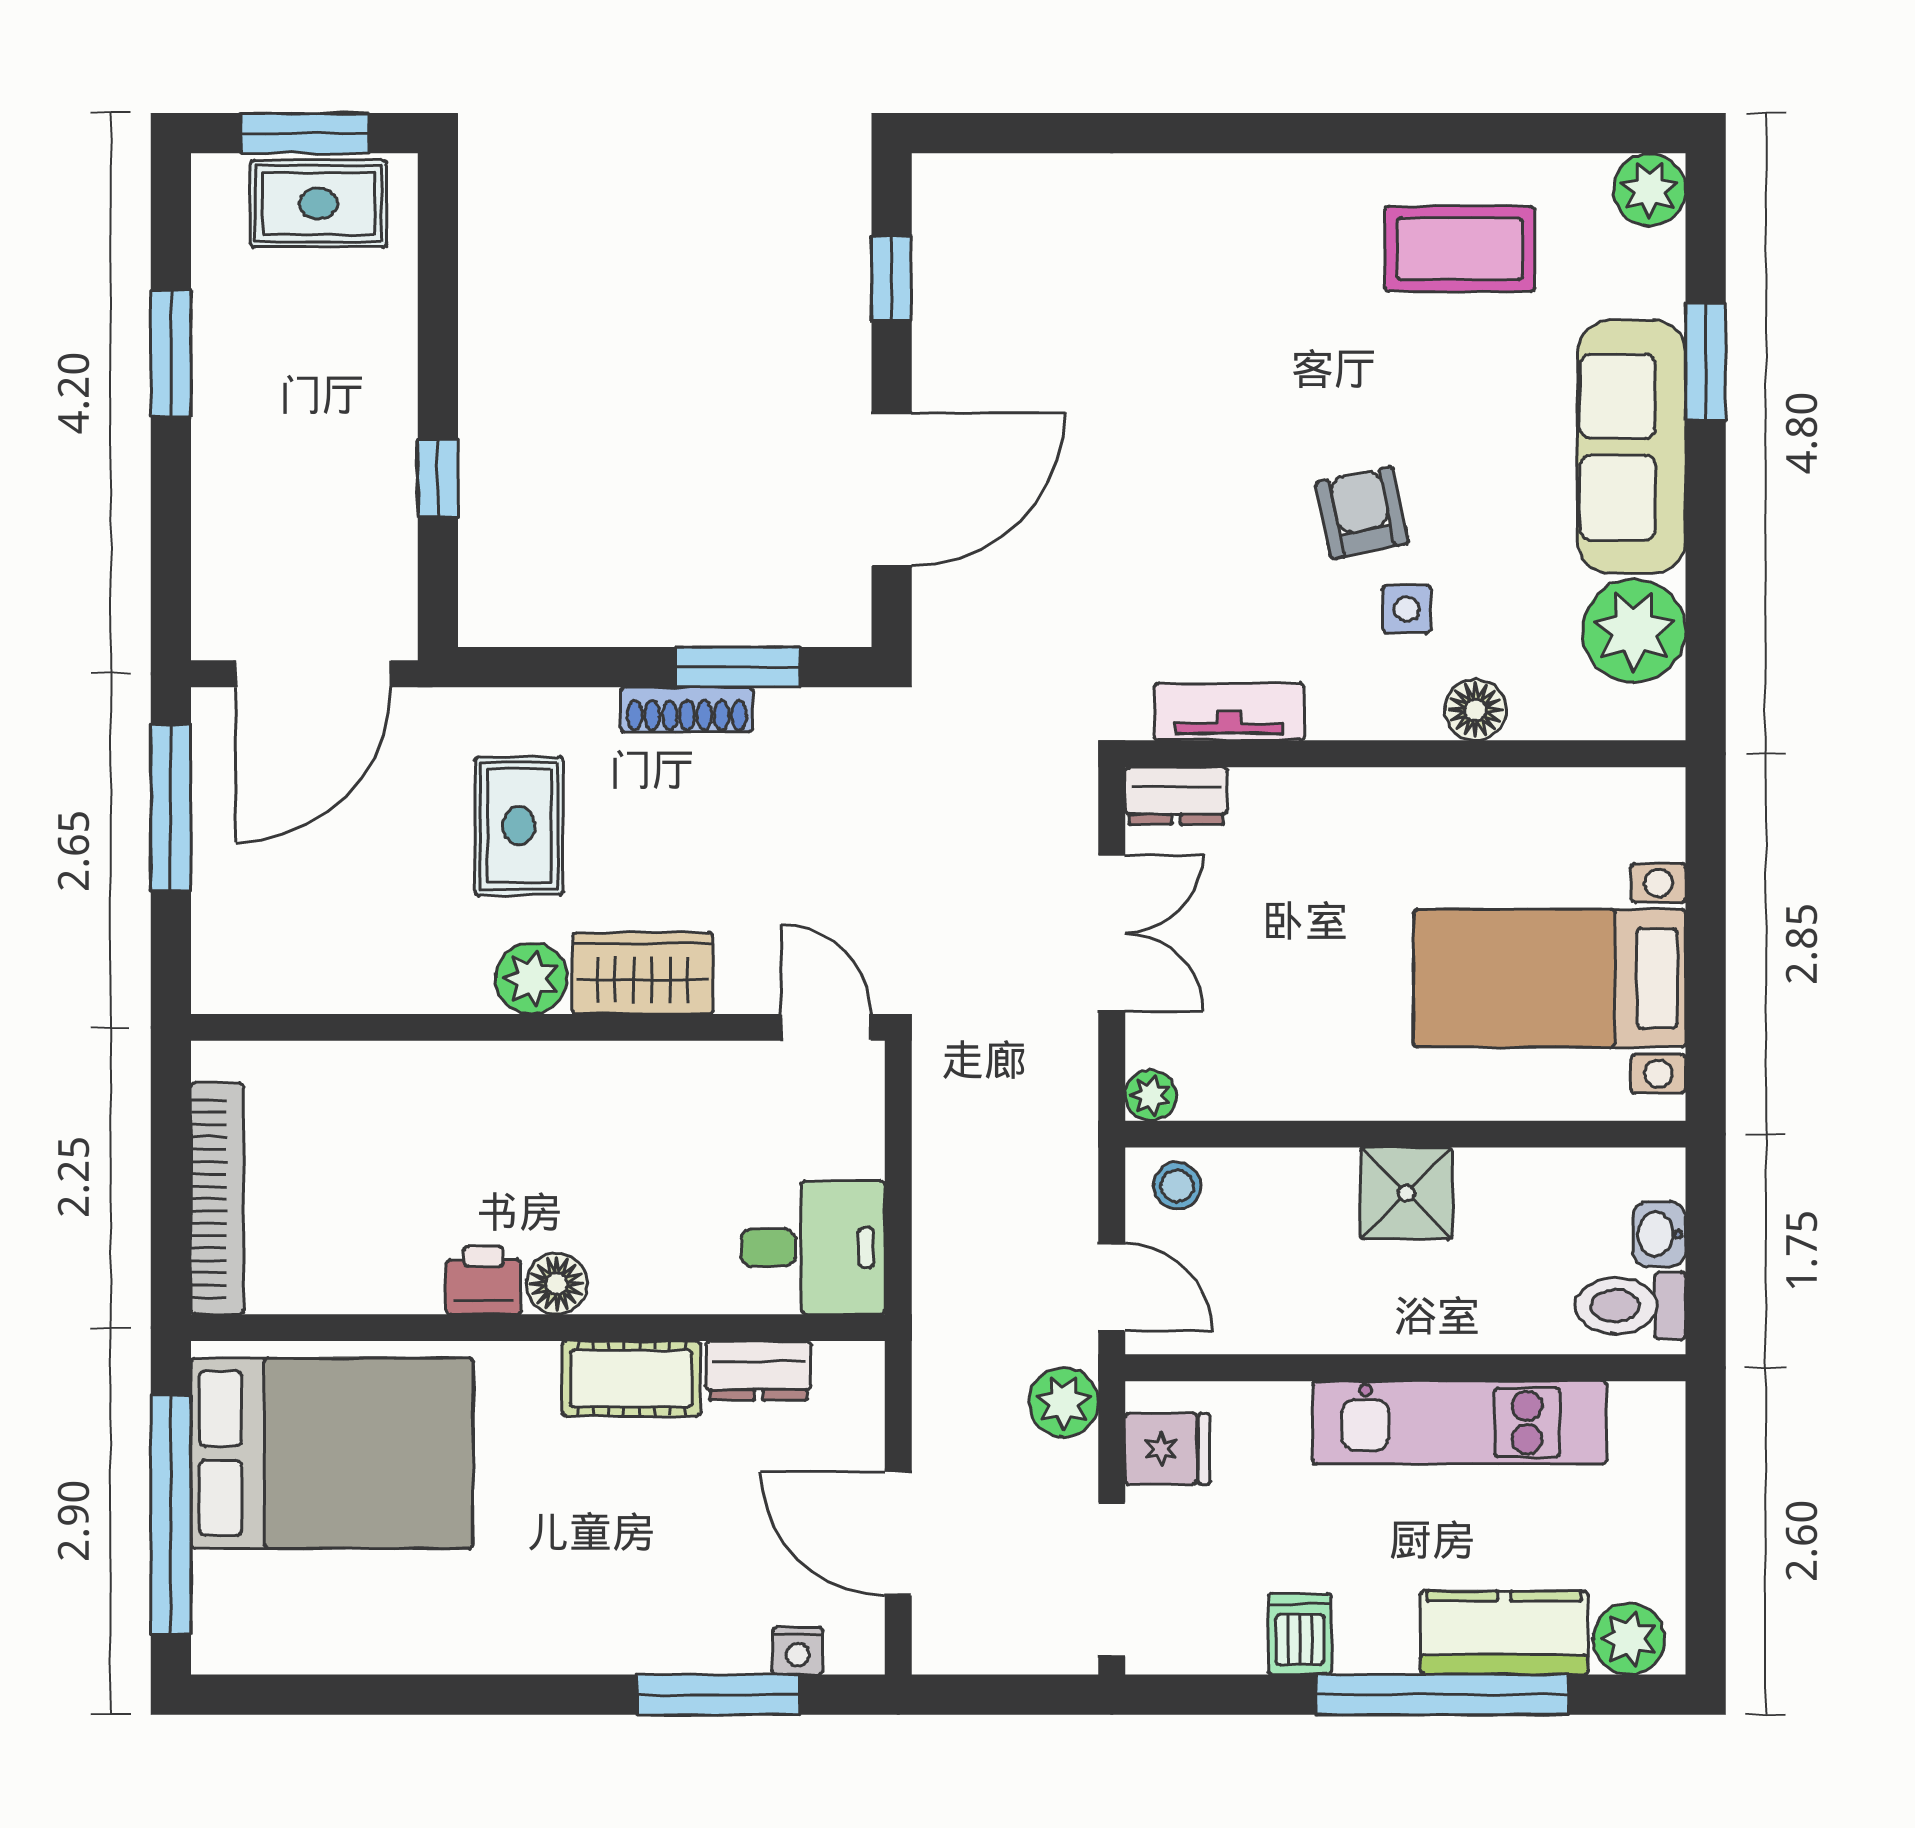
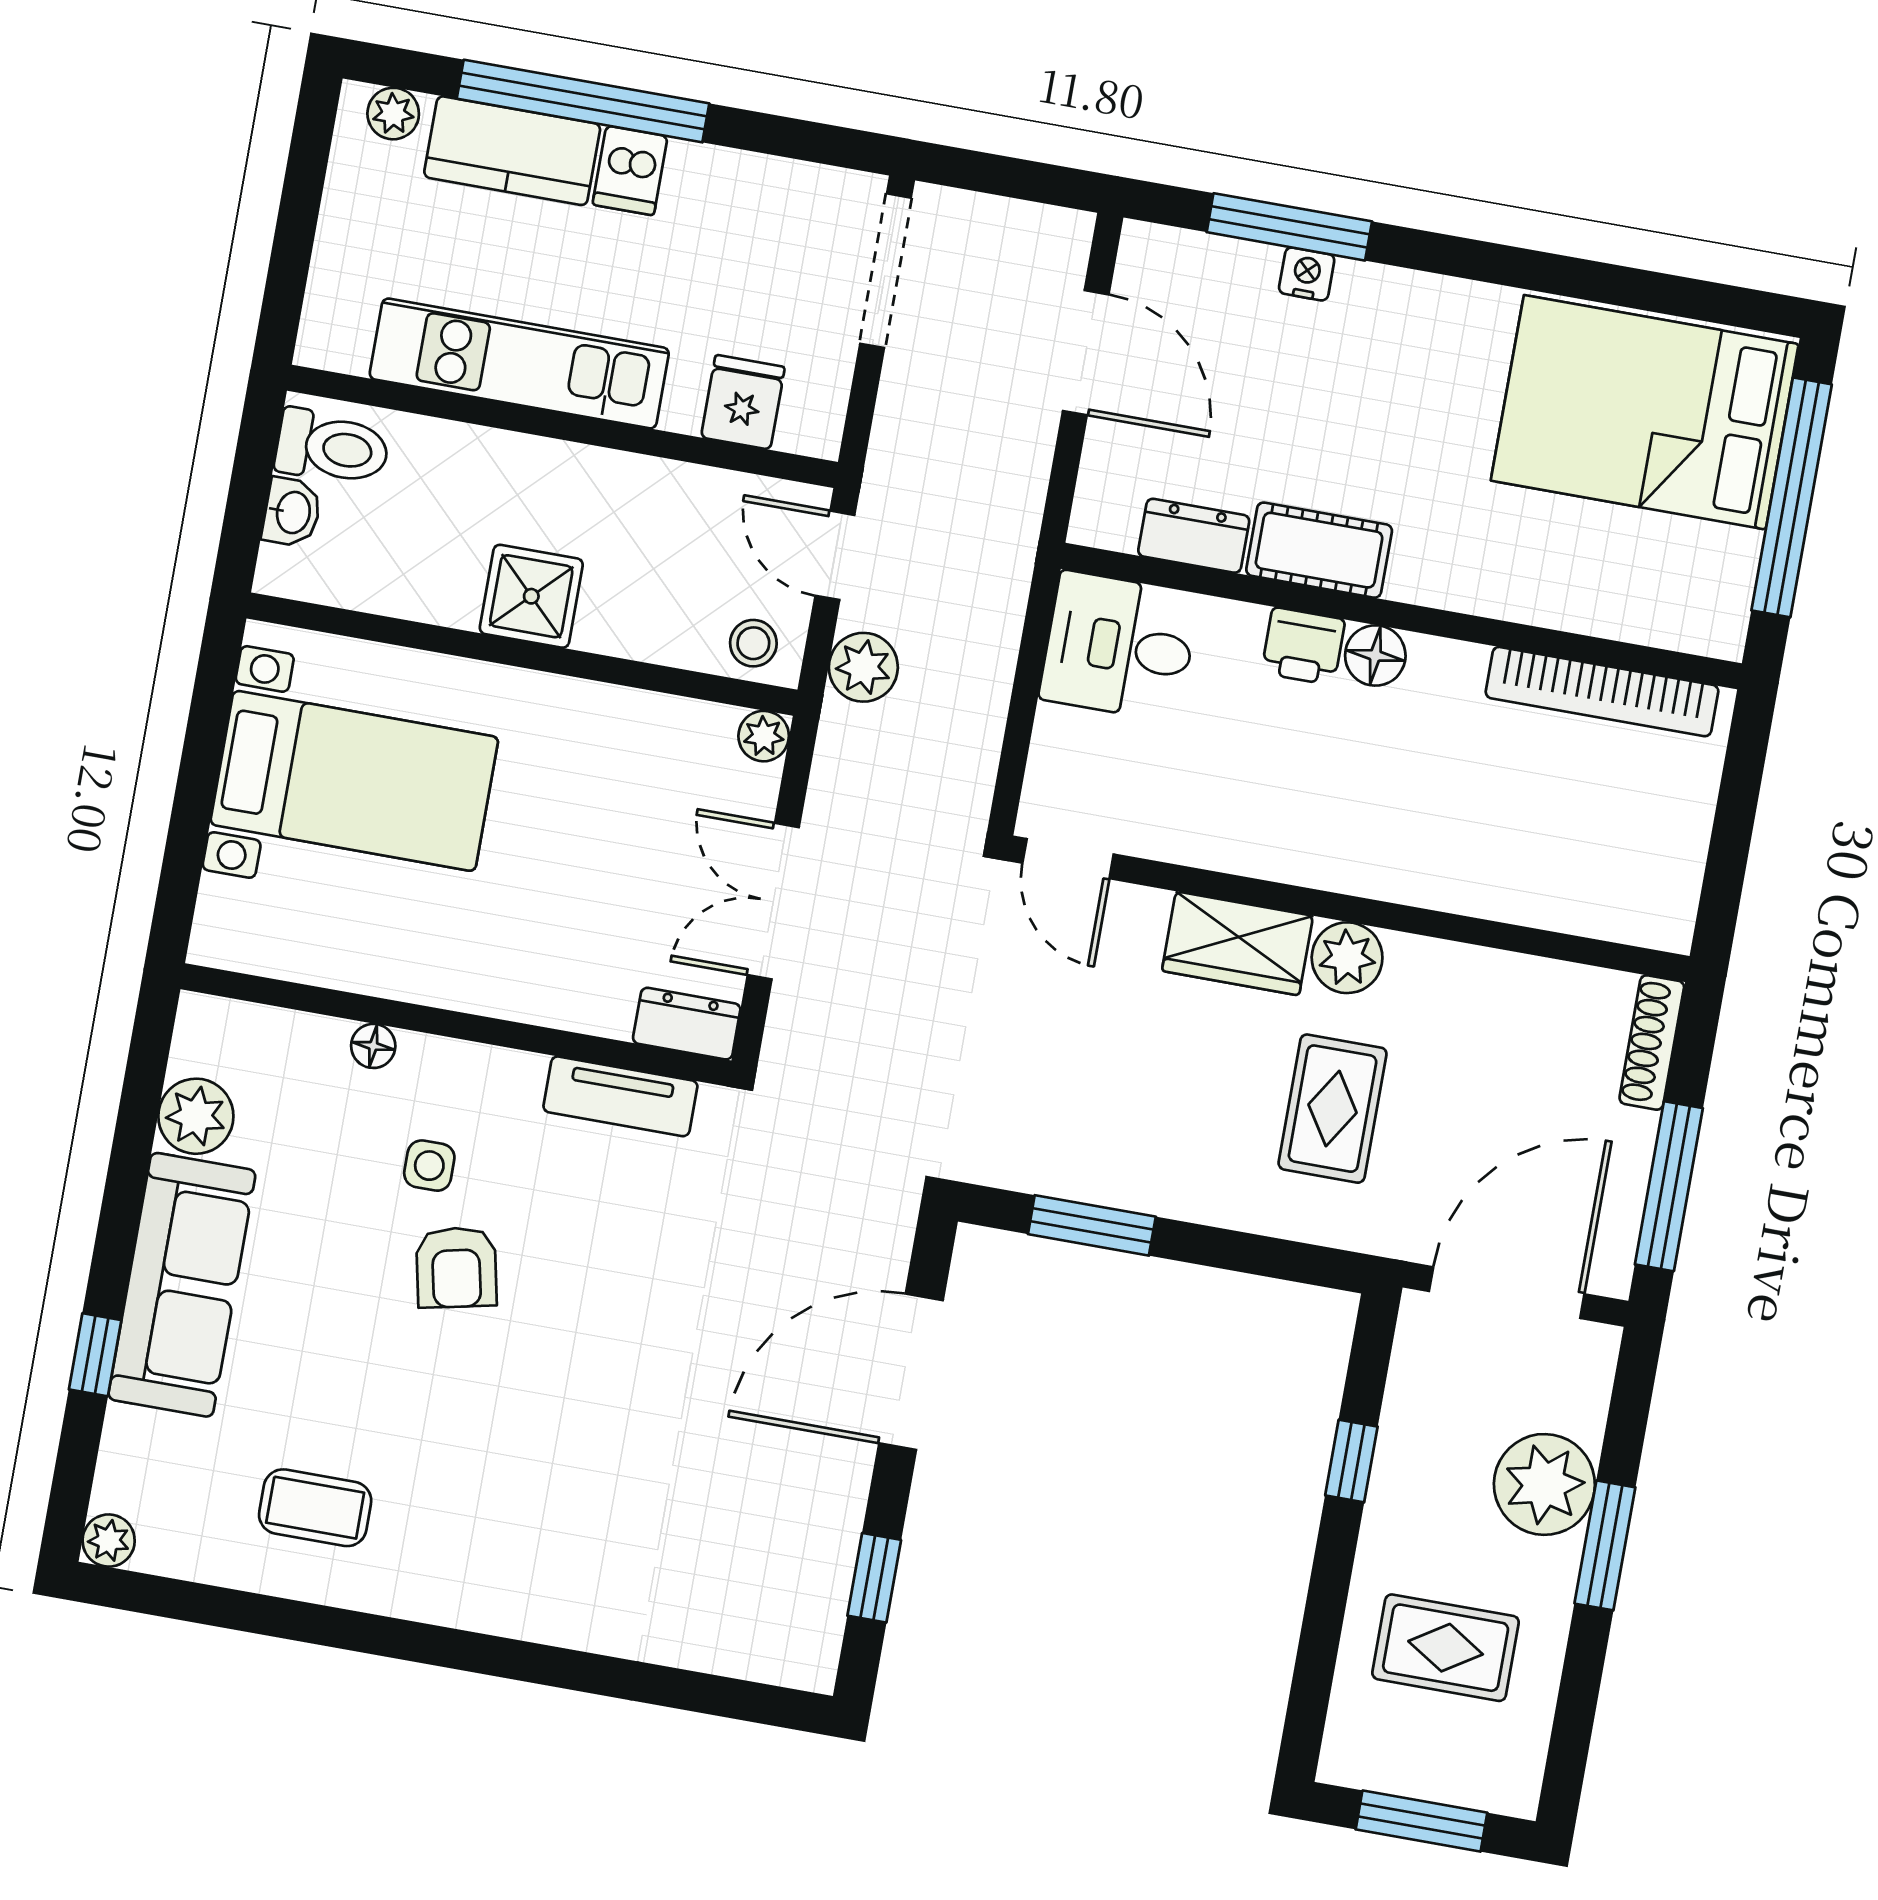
plant: (1649, 189) -> (109, 1541), width x0.73, depth x0.73
rug: (318, 204) -> (1446, 1648), moved
coffee table: (1460, 249) -> (315, 1508), width x0.73, depth x0.77
window: (171, 353) -> (1605, 1545), moved
window: (1706, 362) -> (95, 1355), width x0.67
plant: (242, 490) -> (1544, 1484), added
plant: (1634, 631) -> (196, 1116), width x0.73, depth x0.73
shoe rack: (687, 710) -> (1652, 1042), moved, turned -90
floor lamp: (1476, 710) -> (373, 1046), width x0.73, depth x0.73
bookcase: (217, 1199) -> (1602, 692), moved, turned -90
printer: (483, 1280) -> (1303, 646), moved
plant: (1064, 1402) -> (863, 667), moved
fridge: (1168, 1449) -> (743, 402), moved, turned 90
bed: (332, 1453) -> (1645, 412), moved
dishwasher: (1300, 1634) -> (630, 170), moved
plant: (1629, 1639) -> (393, 114), width x0.73, depth x0.73
nightstand: (798, 1651) -> (1307, 274), moved

